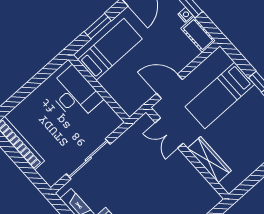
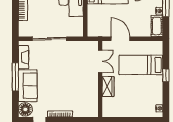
double door: (169, 133) -> (100, 61), swing flipped
wardrobe: (209, 159) -> (108, 87), width x0.67

